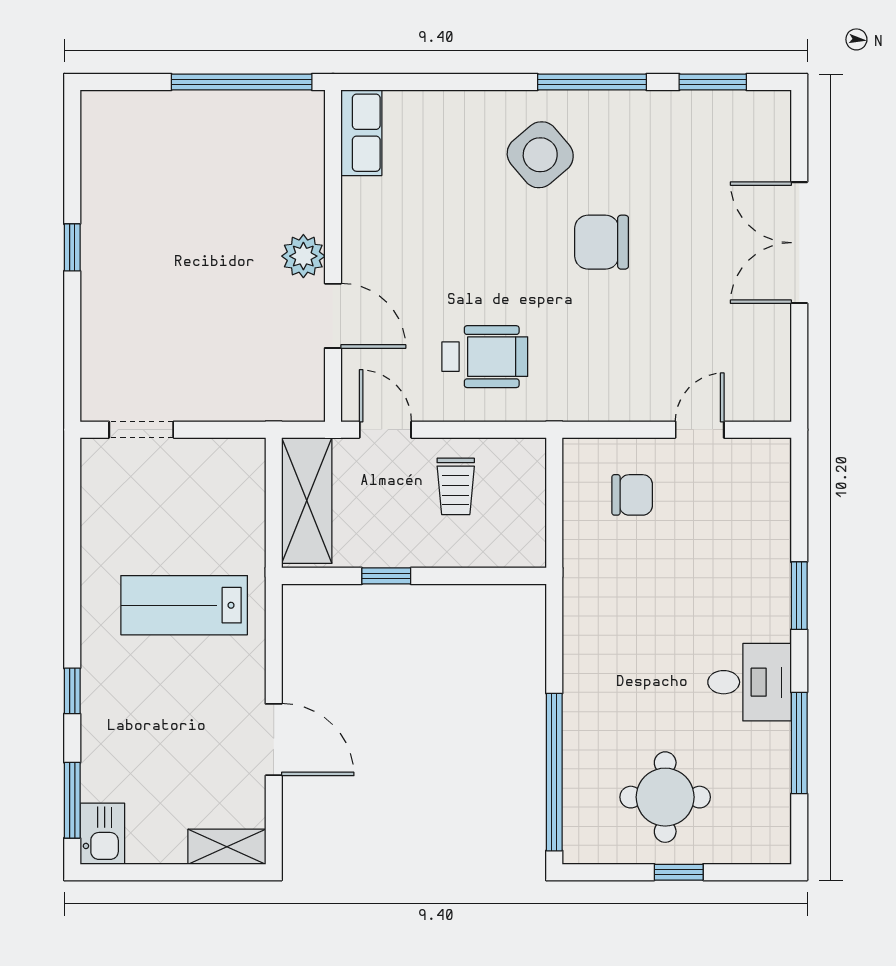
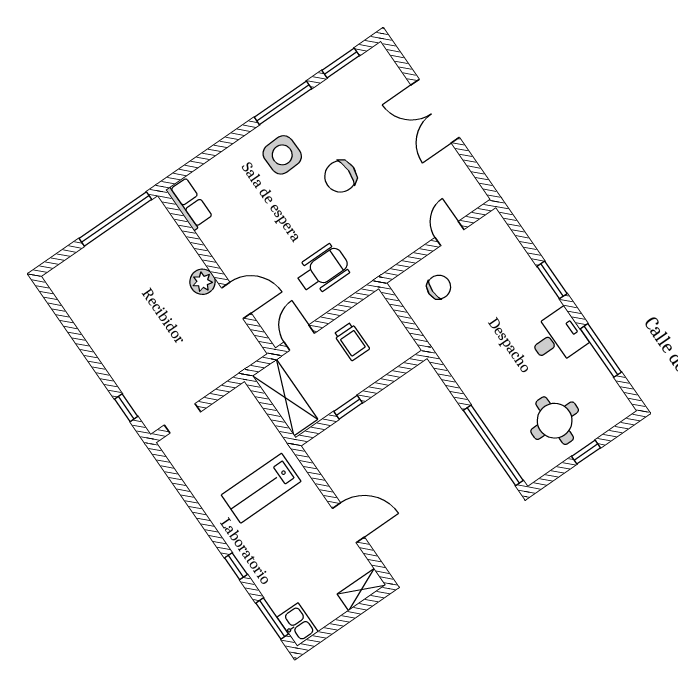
side table: (540, 155) -> (282, 155), turned 38
window: (72, 247) -> (126, 408), moved
door: (385, 430) -> (299, 338), hinge flipped

